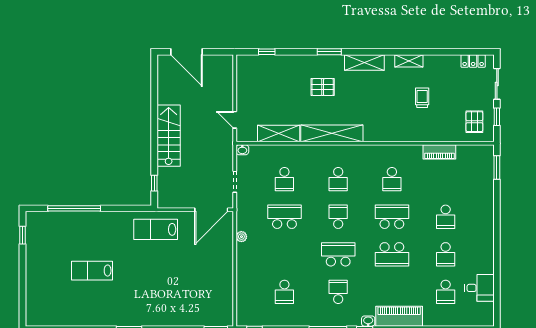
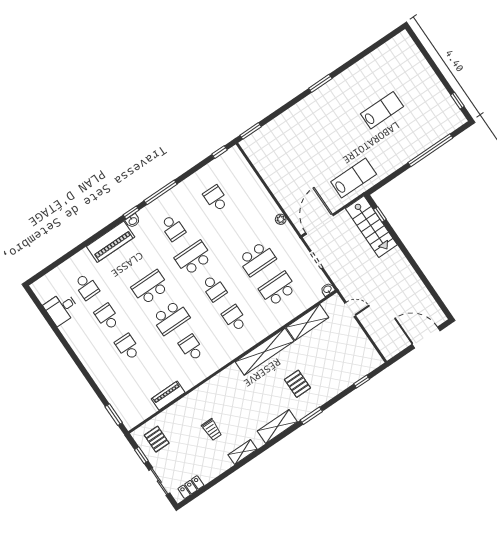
pallet: (323, 87) -> (297, 384), turned 90
stairs: (169, 136) -> (371, 227), moved
school desk: (284, 179) -> (278, 289), width x1.85
school desk: (338, 254) -> (193, 258), turned 180
school desk: (446, 292) -> (87, 287), turned 180

